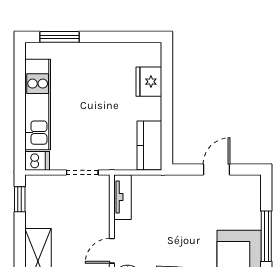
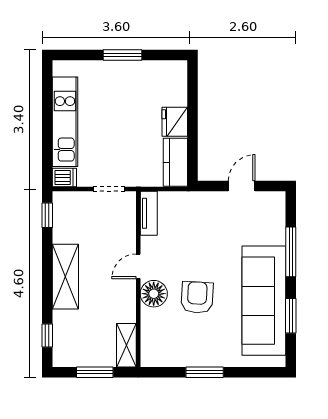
window: (59, 37) -> (123, 55), moved
fridge: (149, 82) -> (175, 122), moved

